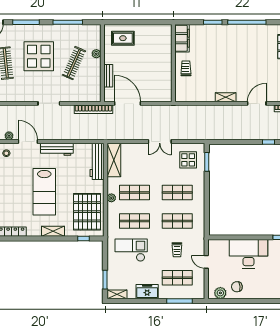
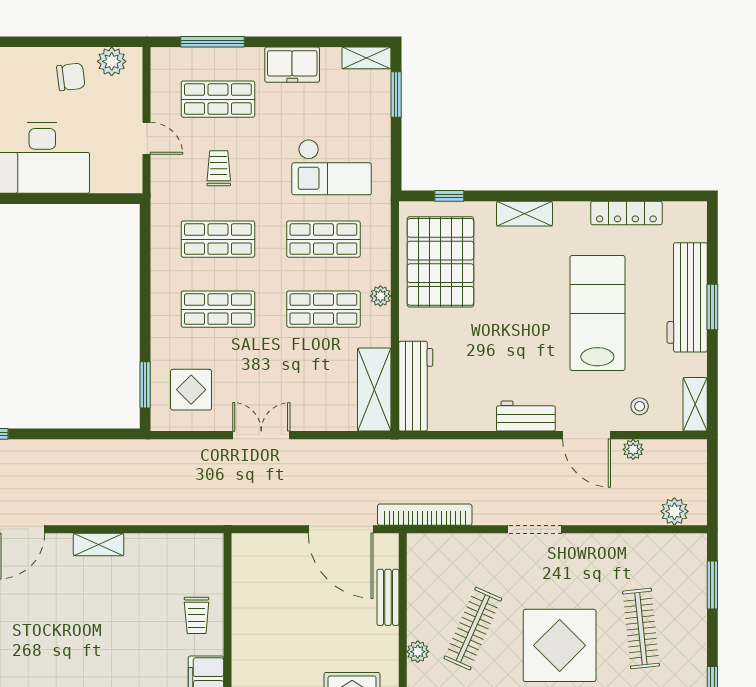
workbench: (57, 149) -> (526, 416), width x0.73
lab bench: (44, 192) -> (597, 313), moved

